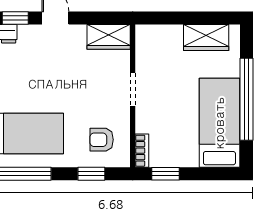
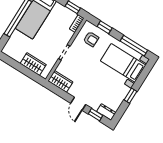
wardrobe: (206, 38) -> (33, 64), moved

